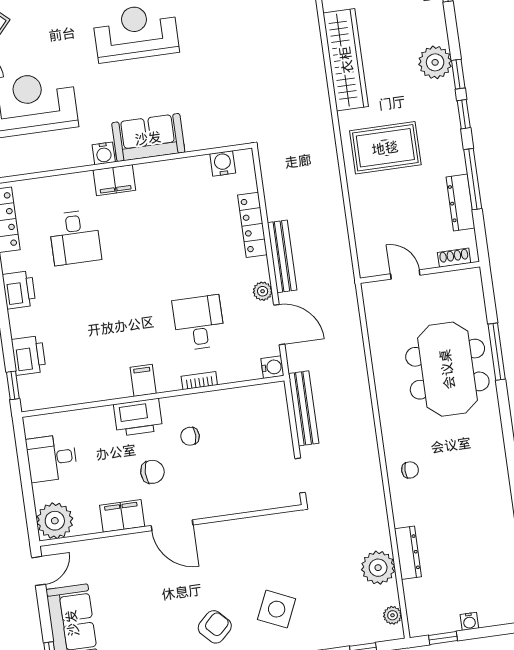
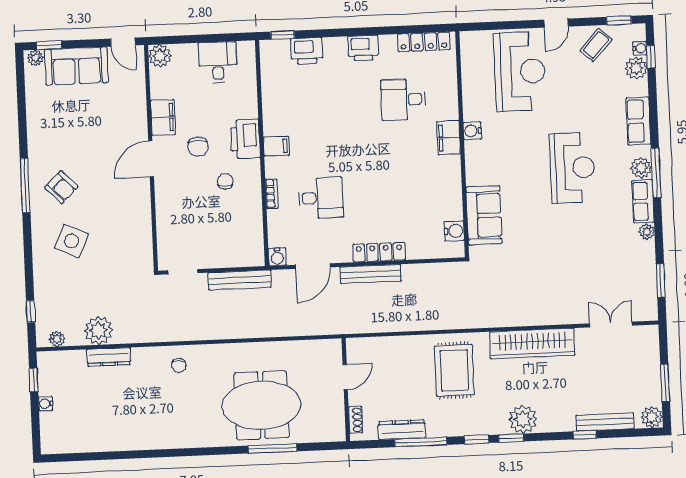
sofa: (148, 138) -> (484, 215), moved
locker: (252, 225) -> (379, 252), moved
plant: (263, 291) -> (342, 255), removed
plant: (55, 521) -> (160, 56), width x0.73, depth x0.73

